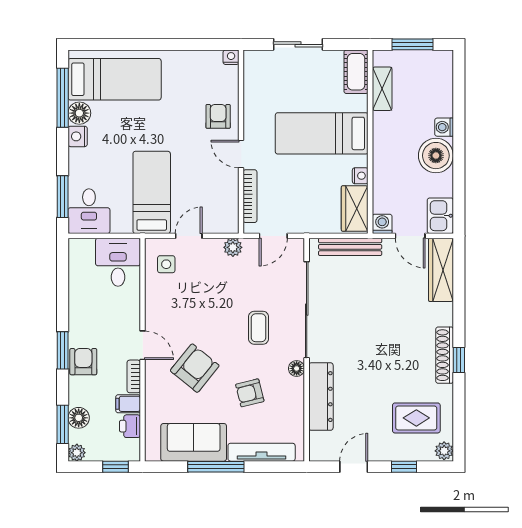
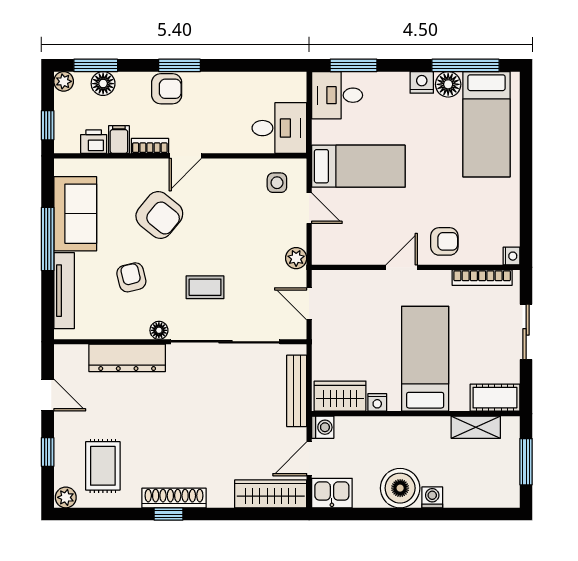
bookcase: (250, 196) -> (482, 278), moved

